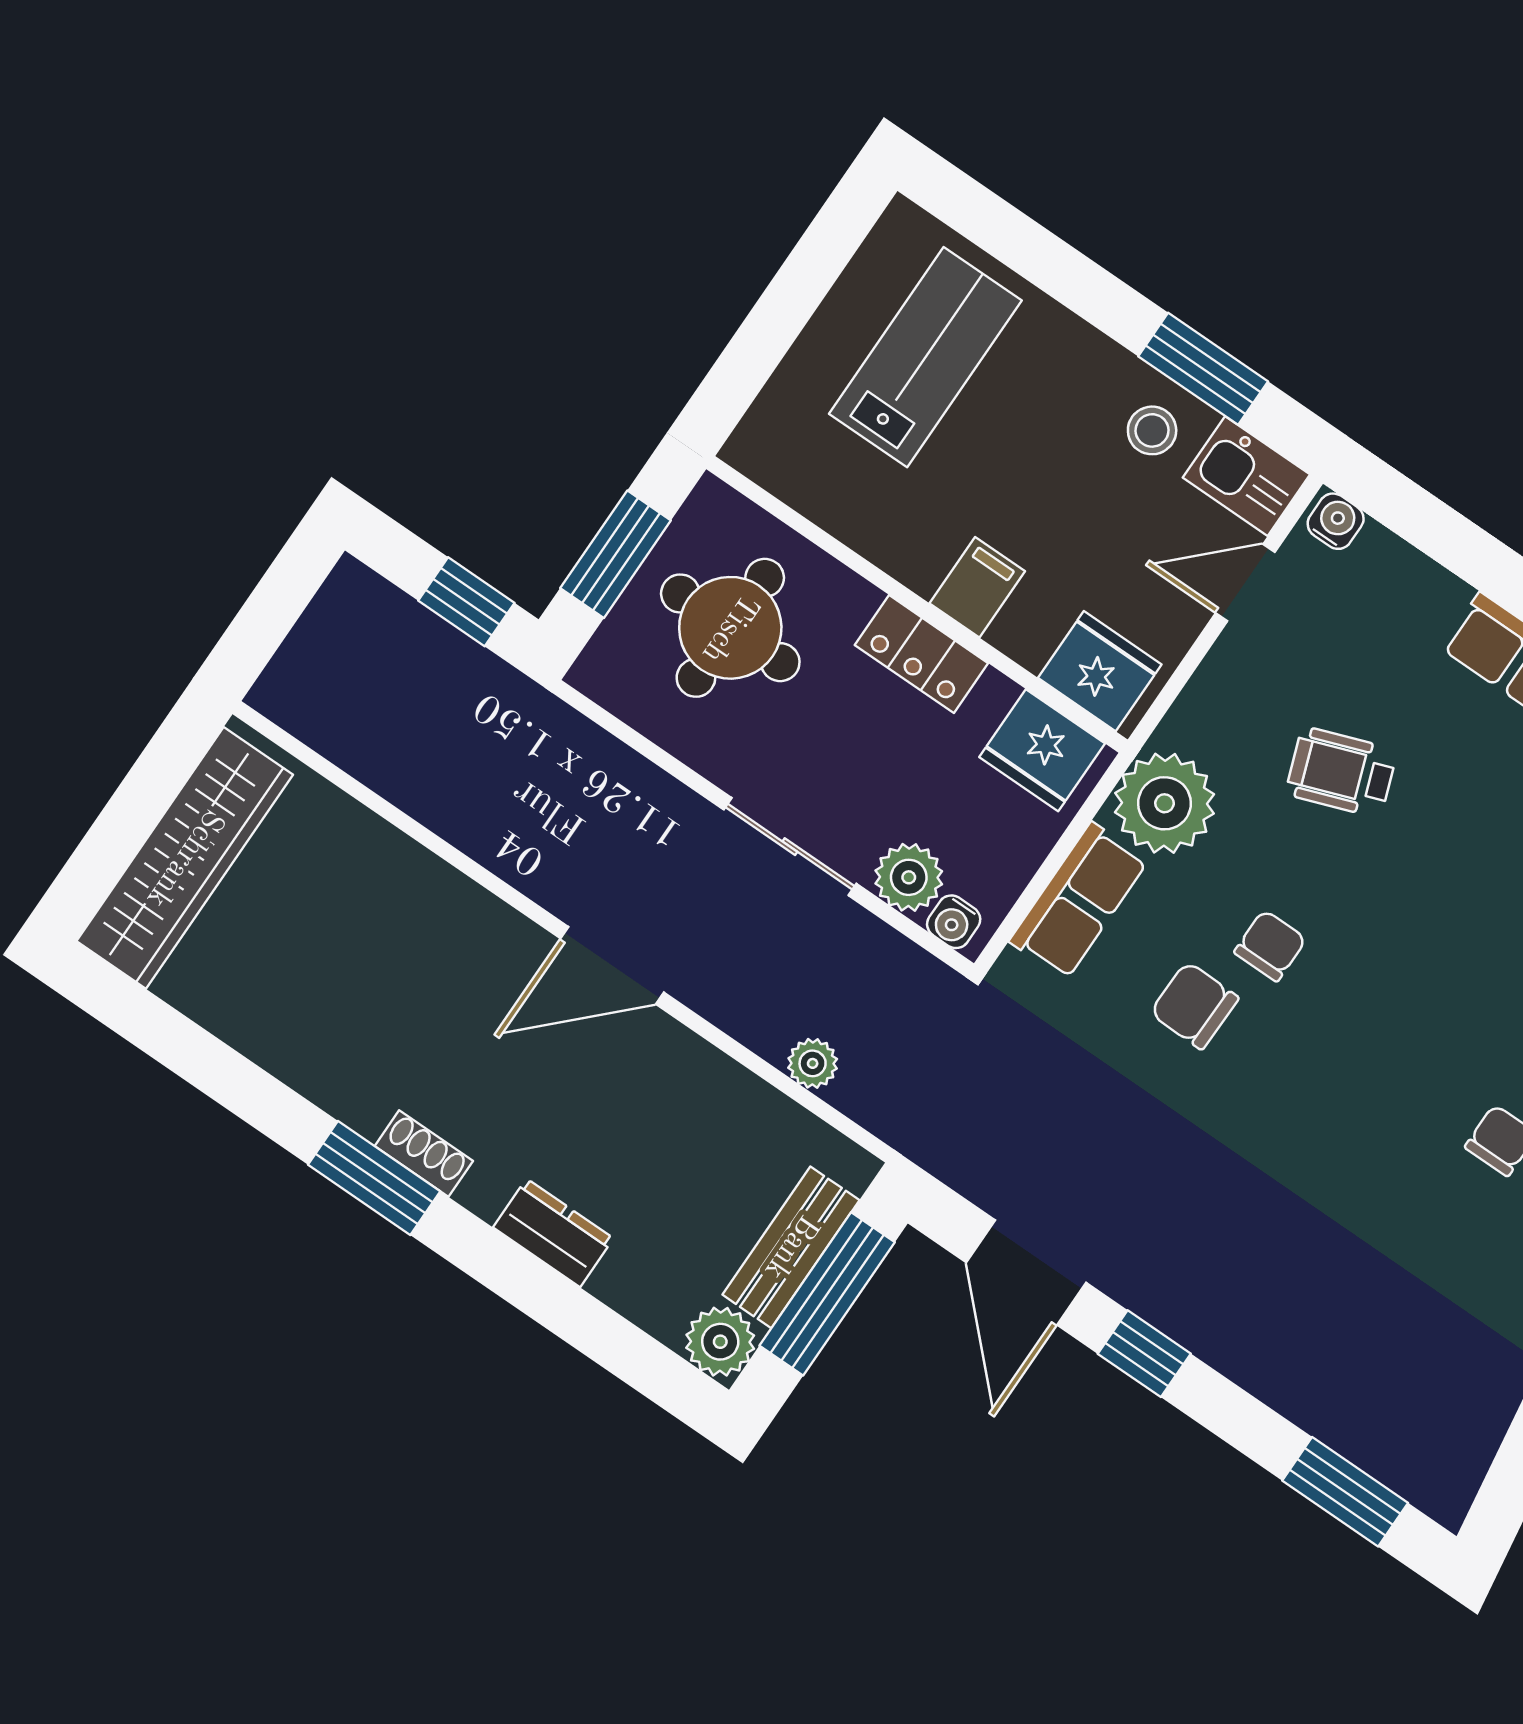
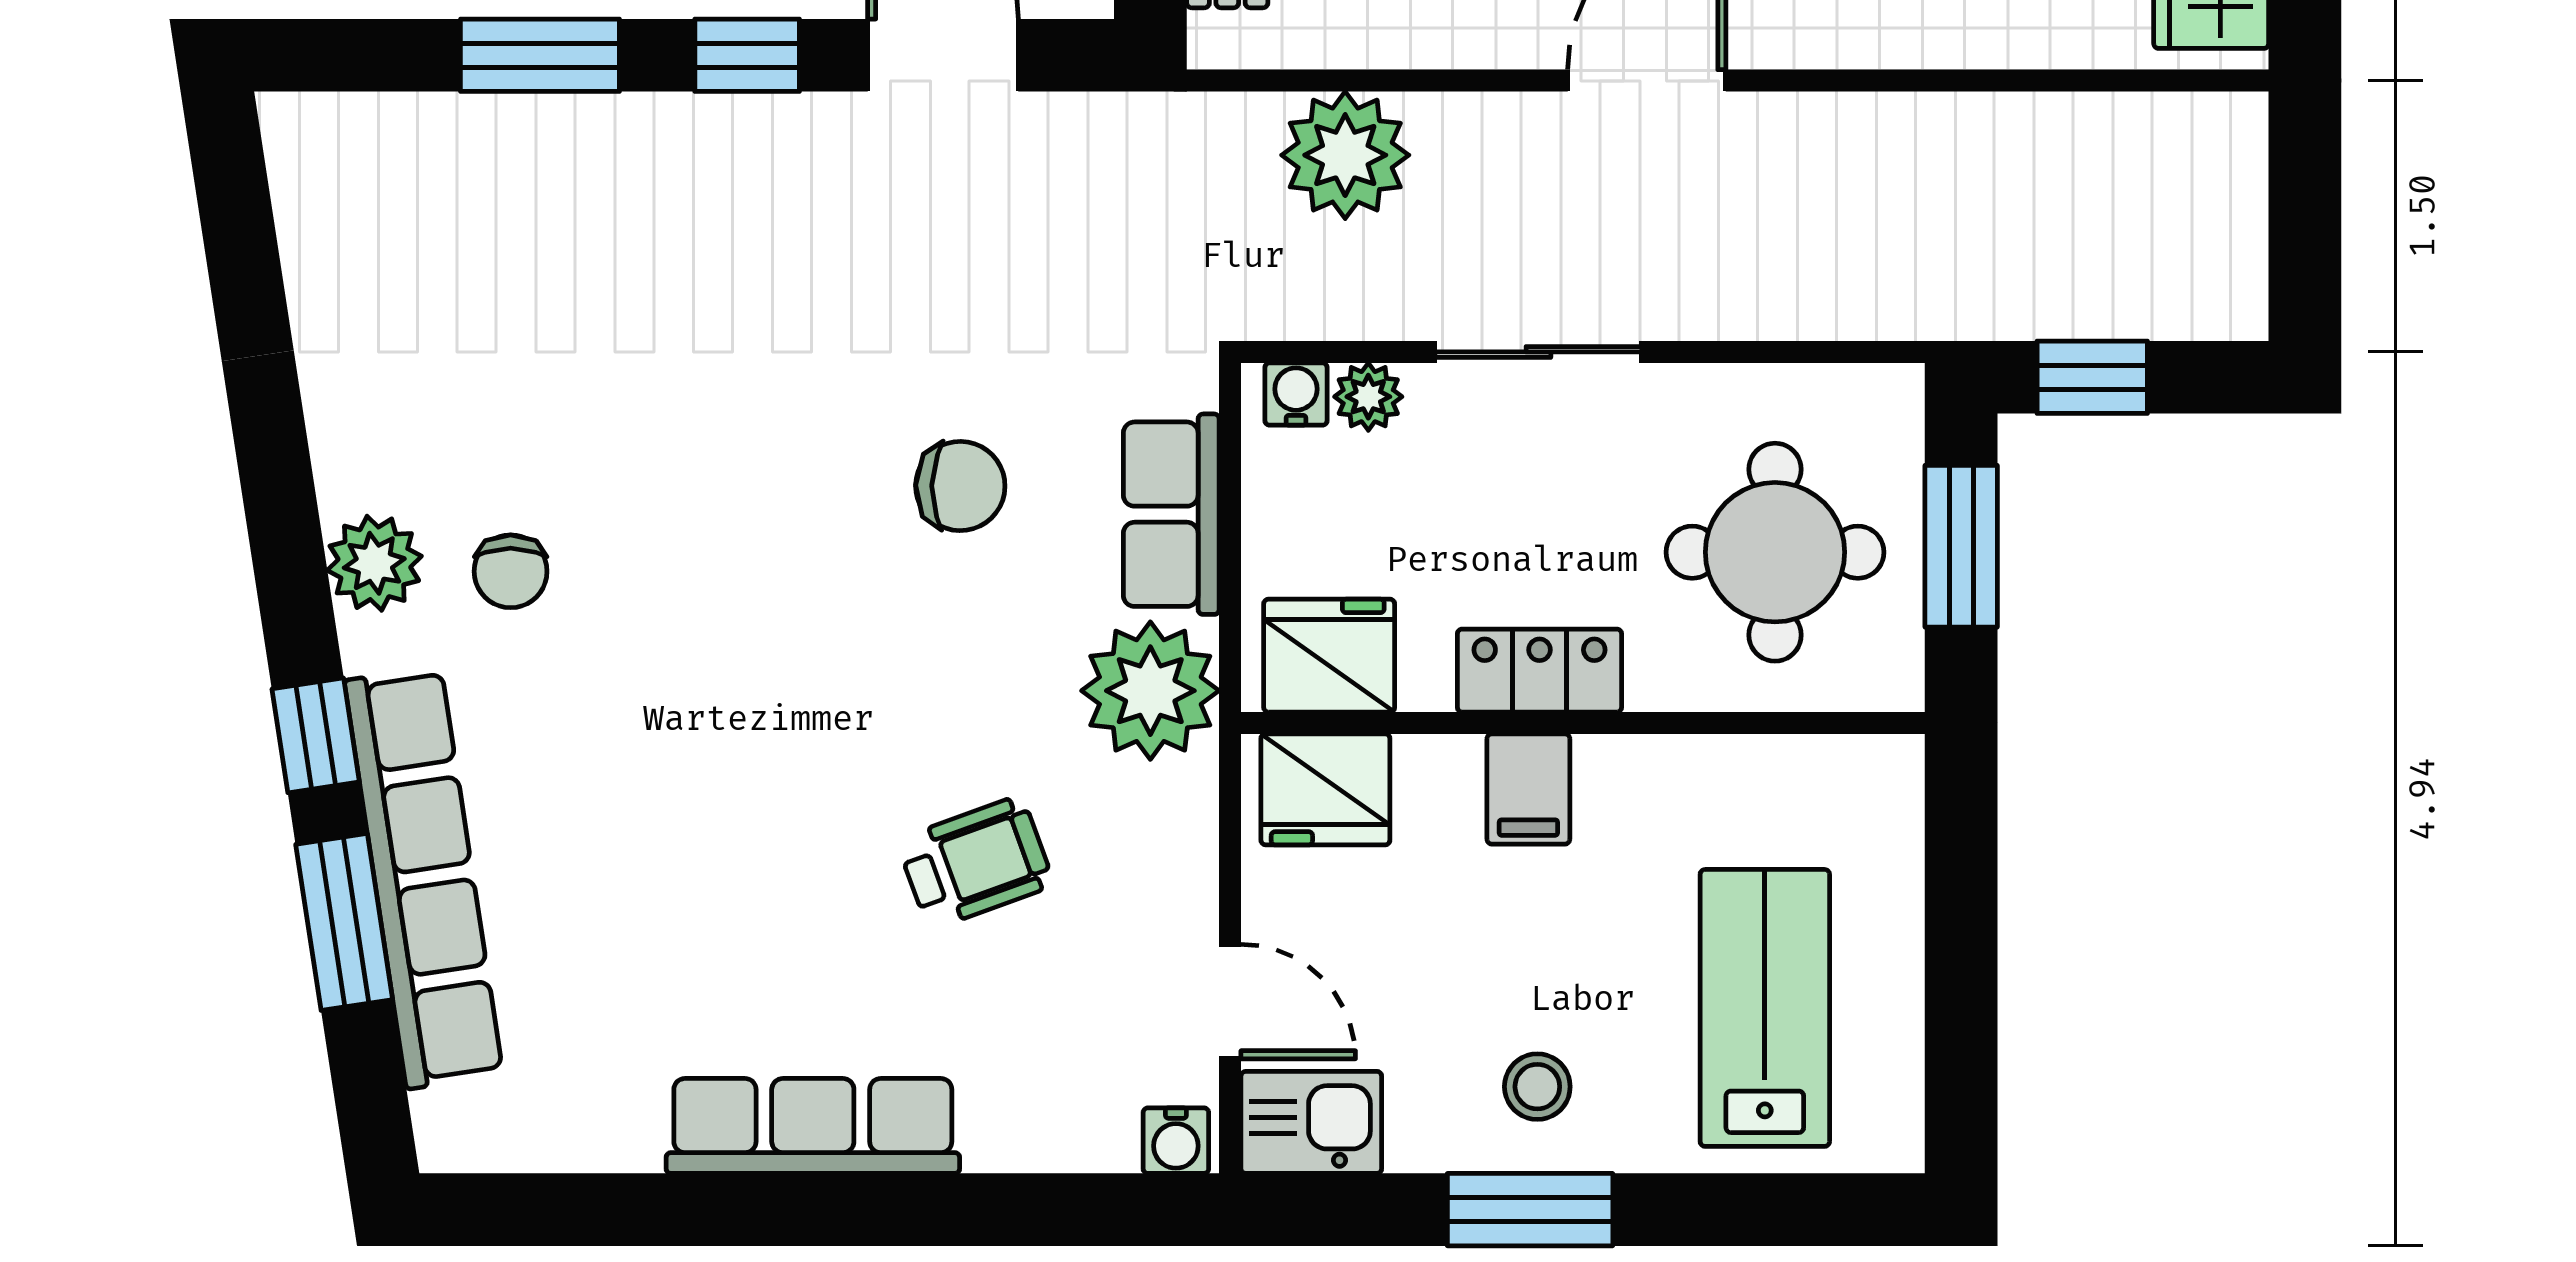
lab bench: (925, 357) -> (1765, 1008), turned 180
window: (1203, 369) -> (1530, 1210), moved
stool: (1152, 430) -> (1537, 1087), moved
door: (1245, 583) -> (1230, 1002), hinge flipped
plant: (909, 877) -> (1368, 397), width x0.73, depth x0.73
chair: (1270, 946) -> (921, 612), removed
plant: (813, 1063) -> (1345, 155), width x1.88, depth x1.88
window: (1345, 1492) -> (540, 55), moved

